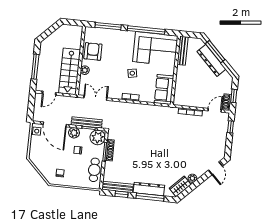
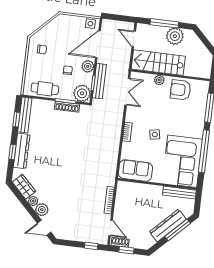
armchair: (93, 51) -> (181, 90), turned 180
plant: (46, 57) -> (175, 36), added
plant: (200, 171) -> (42, 210), added
window: (150, 197) -> (12, 152), width x0.46

